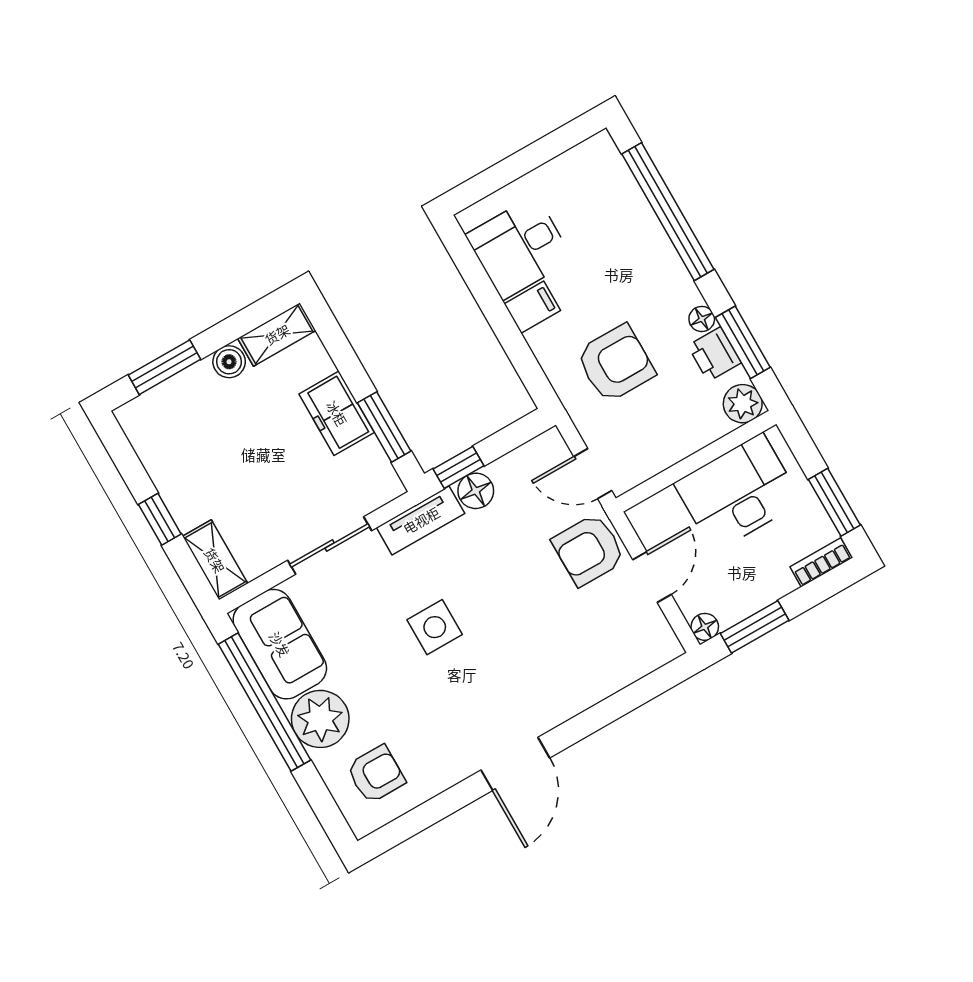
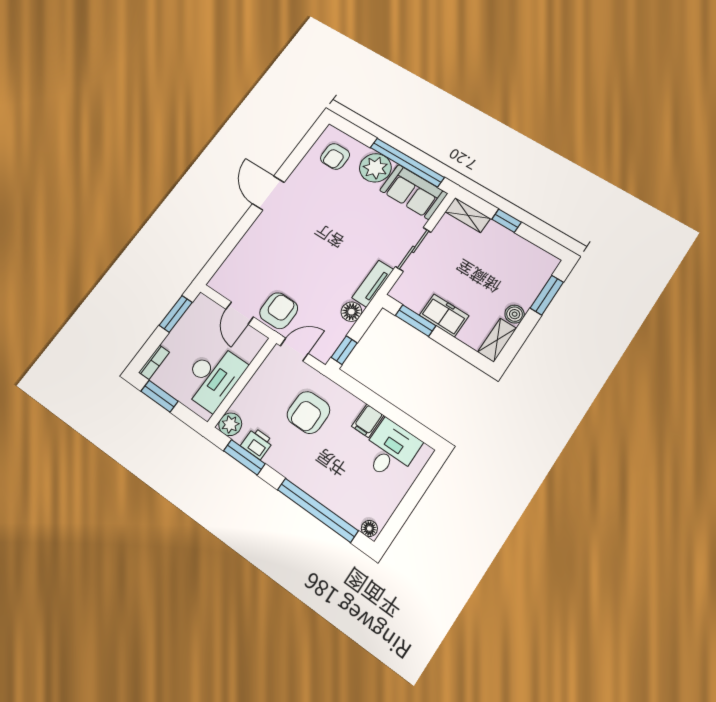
floor lamp: (702, 319) -> (369, 529), moved
window: (458, 467) -> (344, 350), moved
side table: (435, 627) -> (340, 236), removed
floor lamp: (705, 627) -> (202, 302), removed

